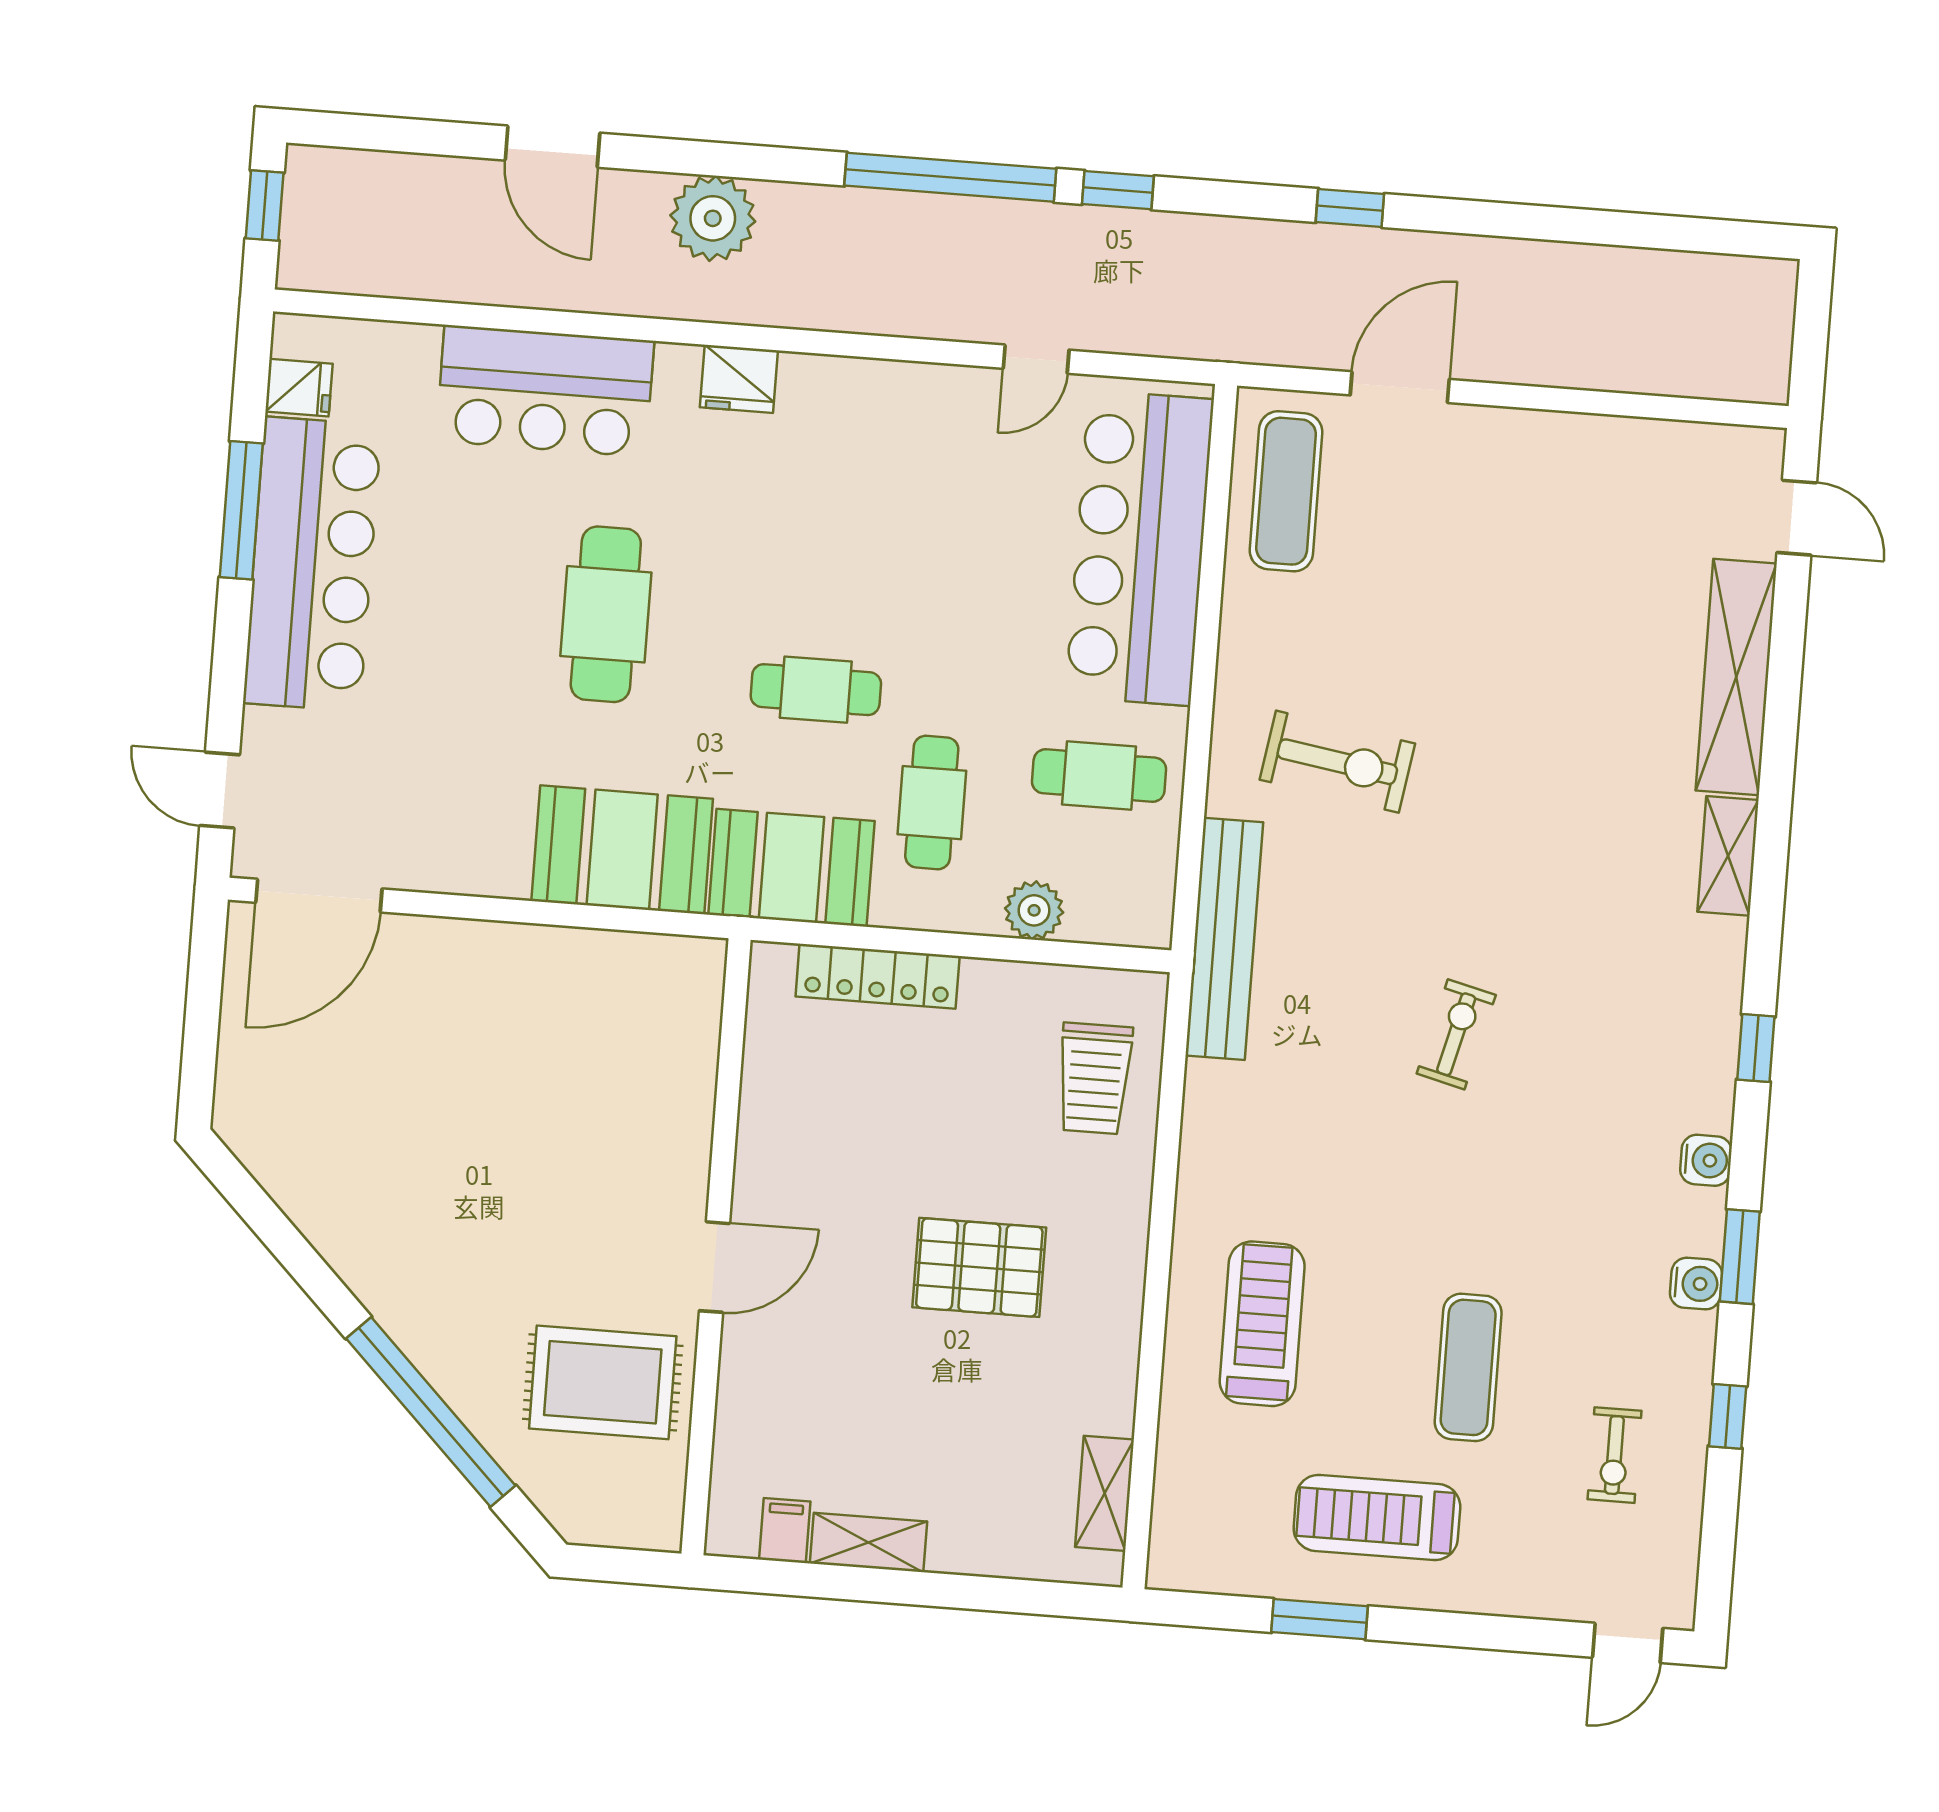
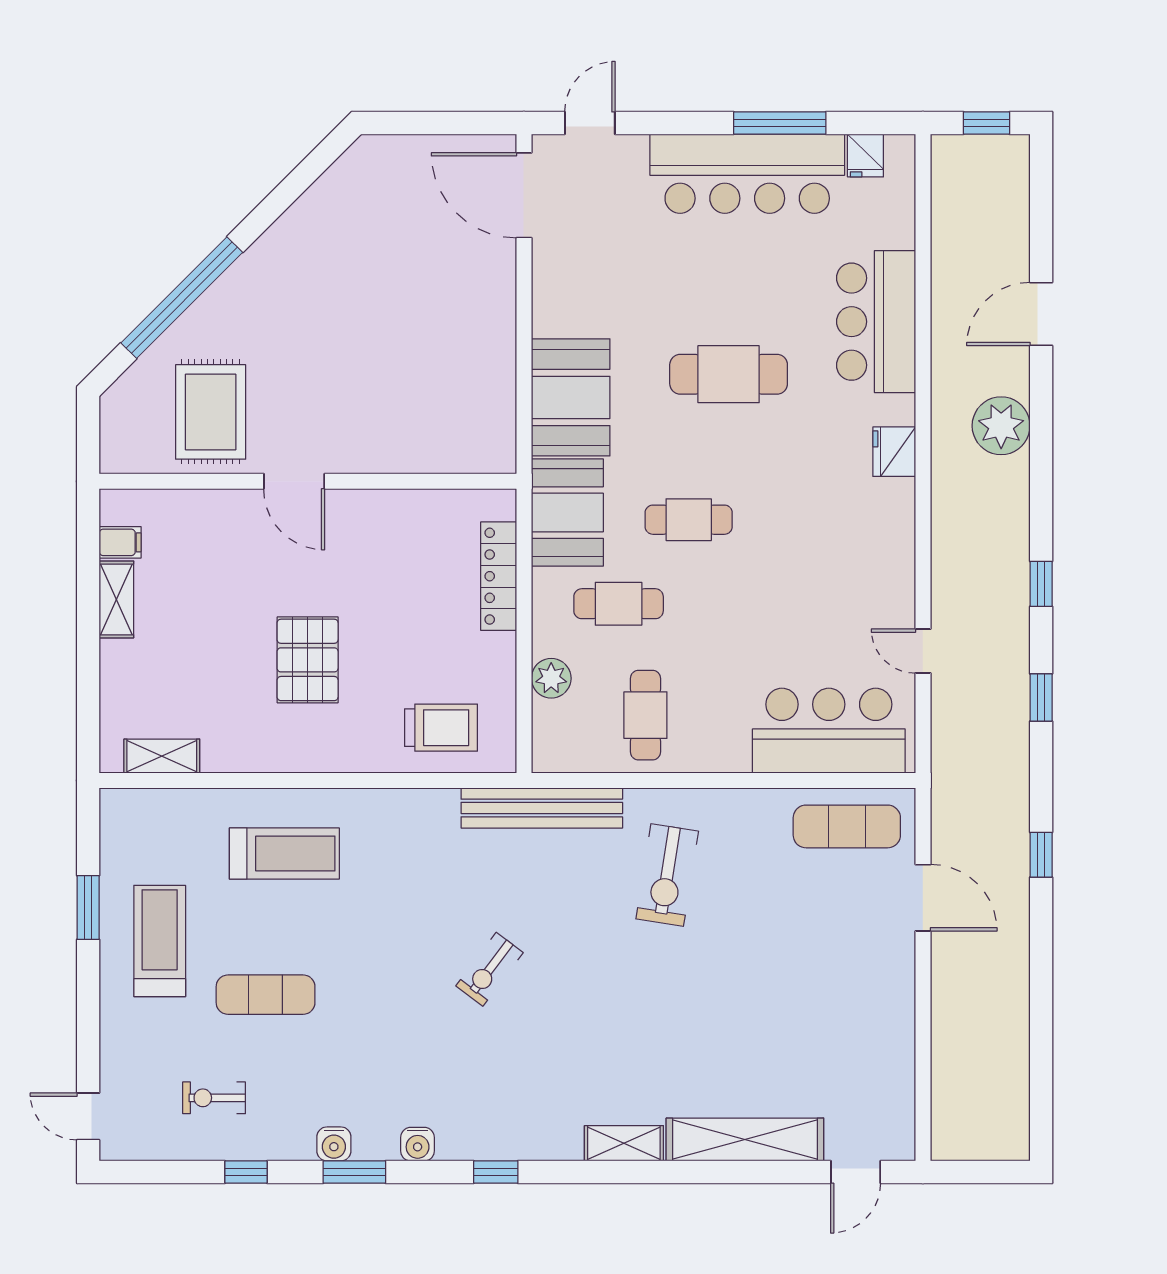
window: (950, 177) -> (1041, 584), width x0.32
bar counter: (1140, 548) -> (829, 731), width x0.73
cafe table: (816, 690) -> (689, 520), turned 90
exercise bike: (1456, 1034) -> (490, 969), turned 113
trolley: (1094, 1078) -> (441, 728), turned 180

